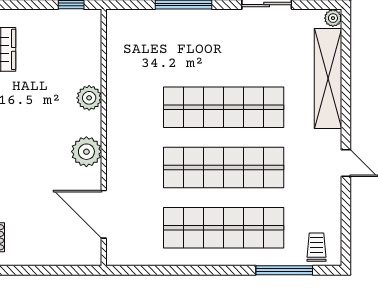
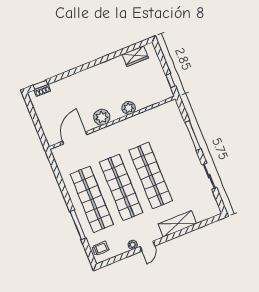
plant: (333, 18) -> (133, 245), moved
shelving: (328, 78) -> (177, 224), width x0.68
window: (284, 270) -> (78, 225), moved

